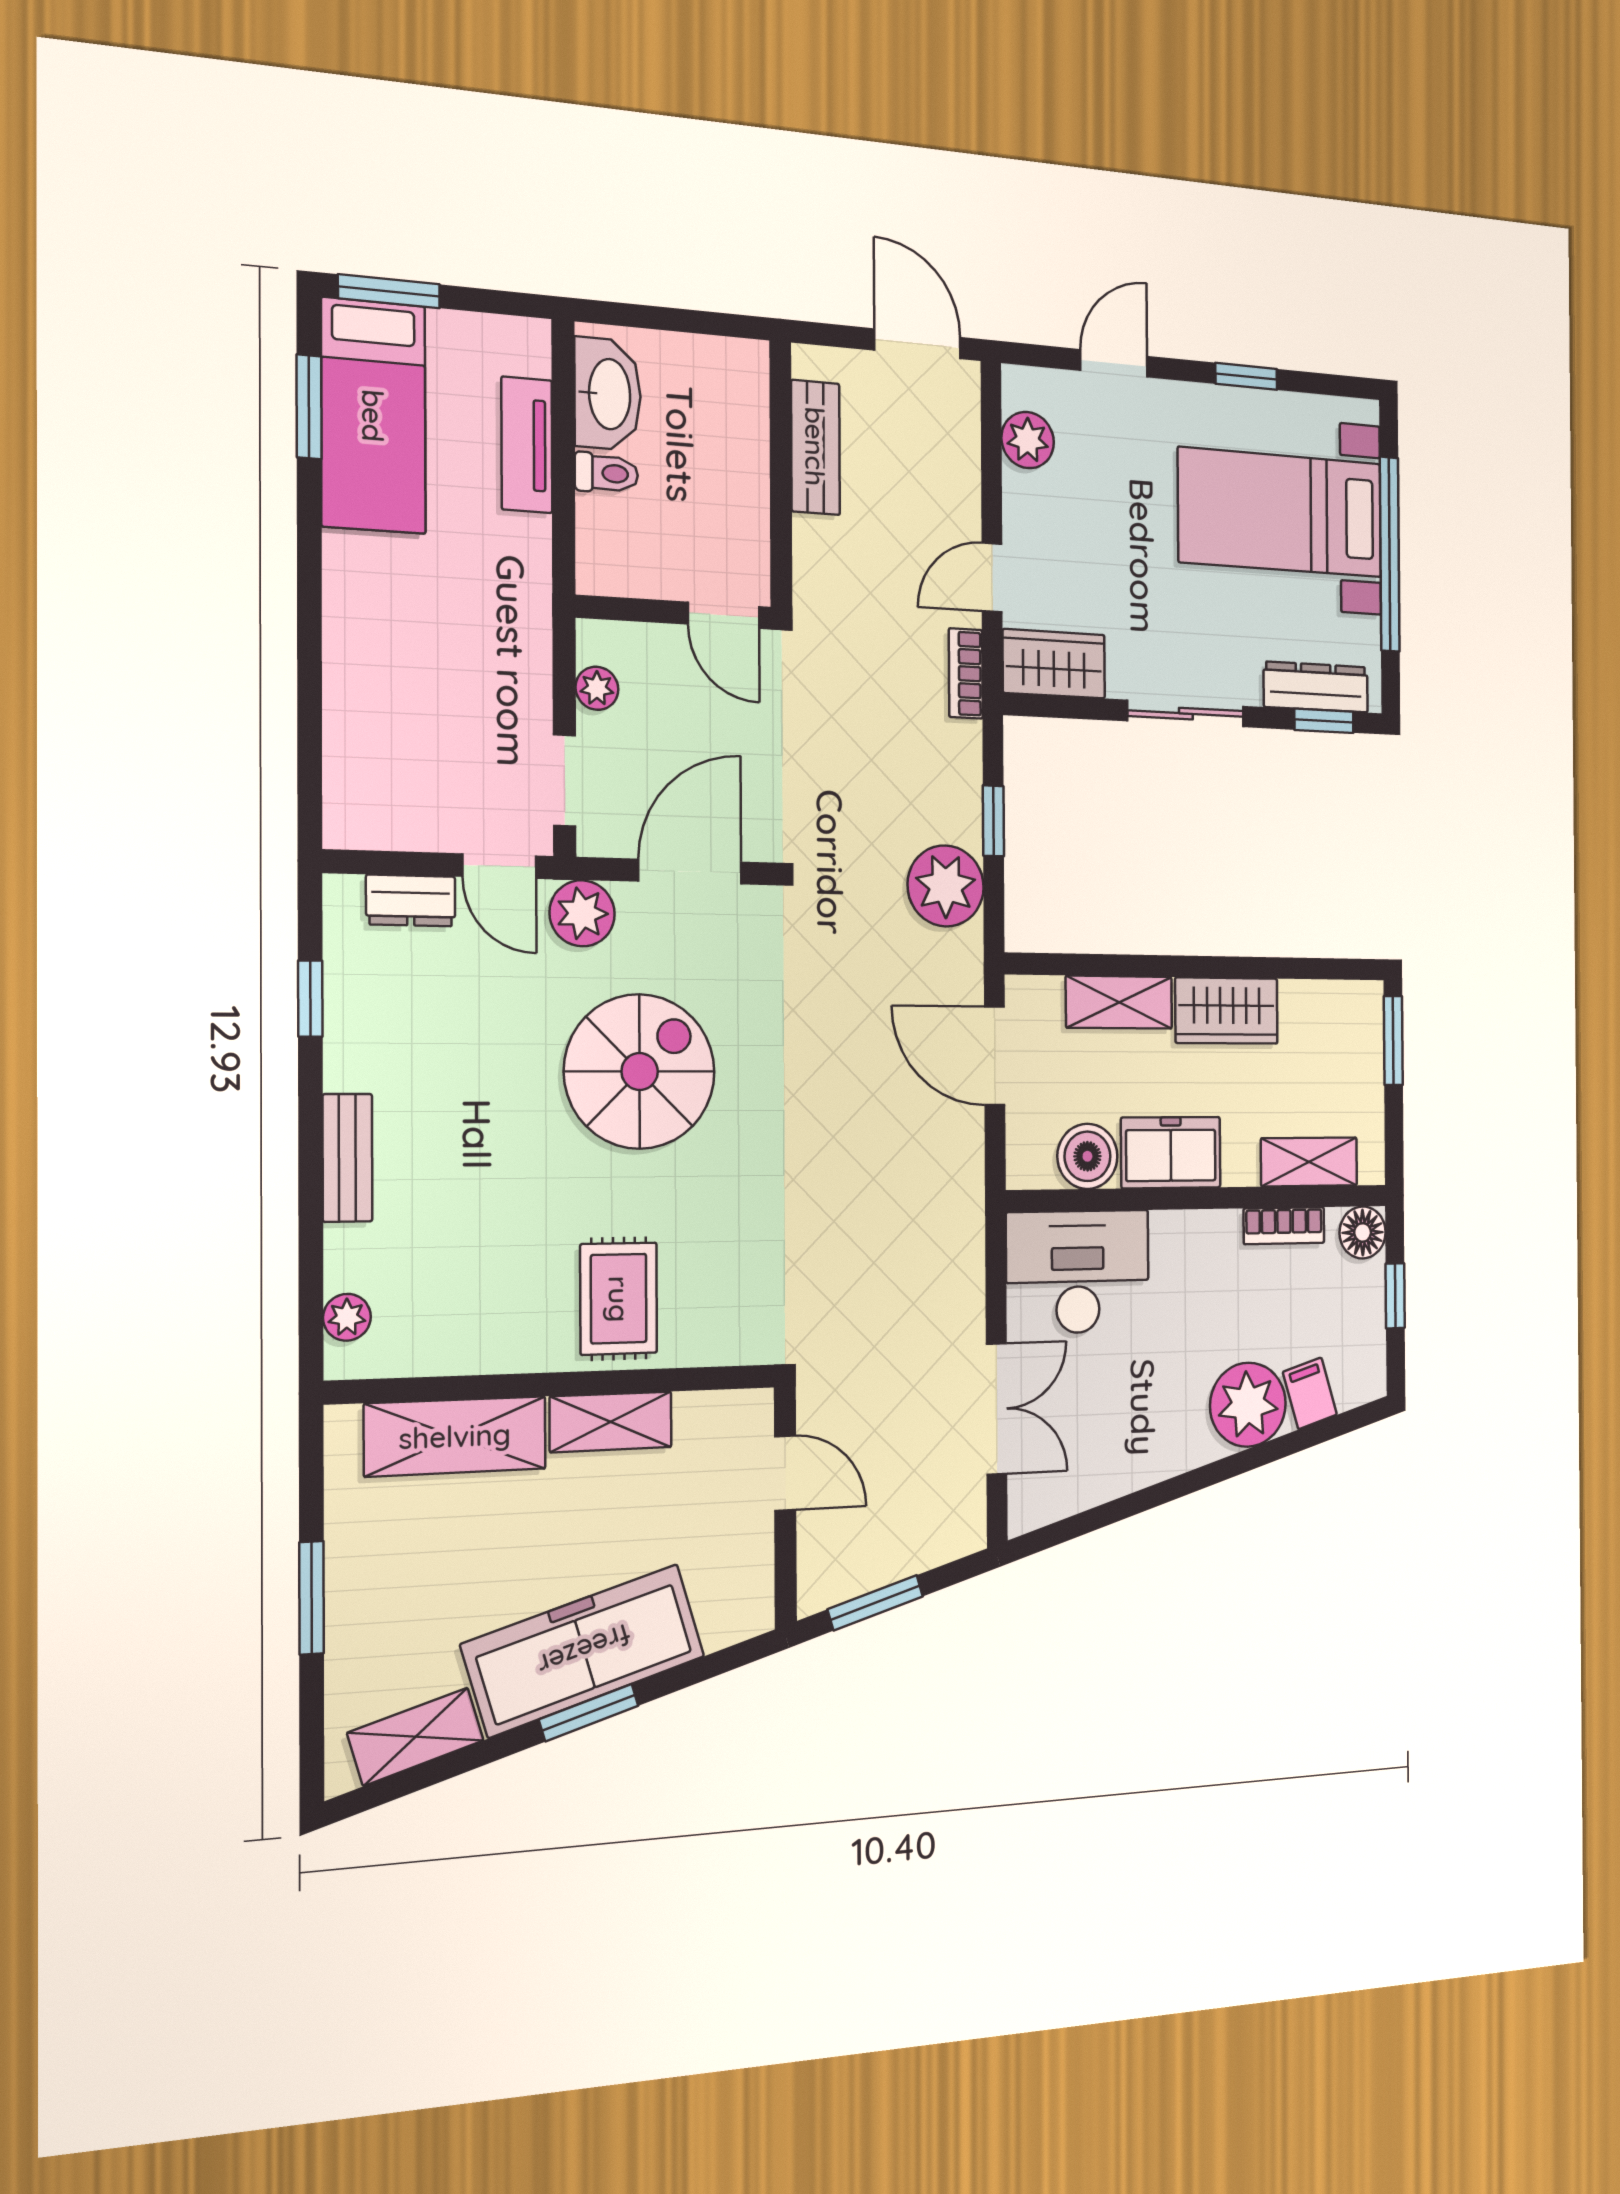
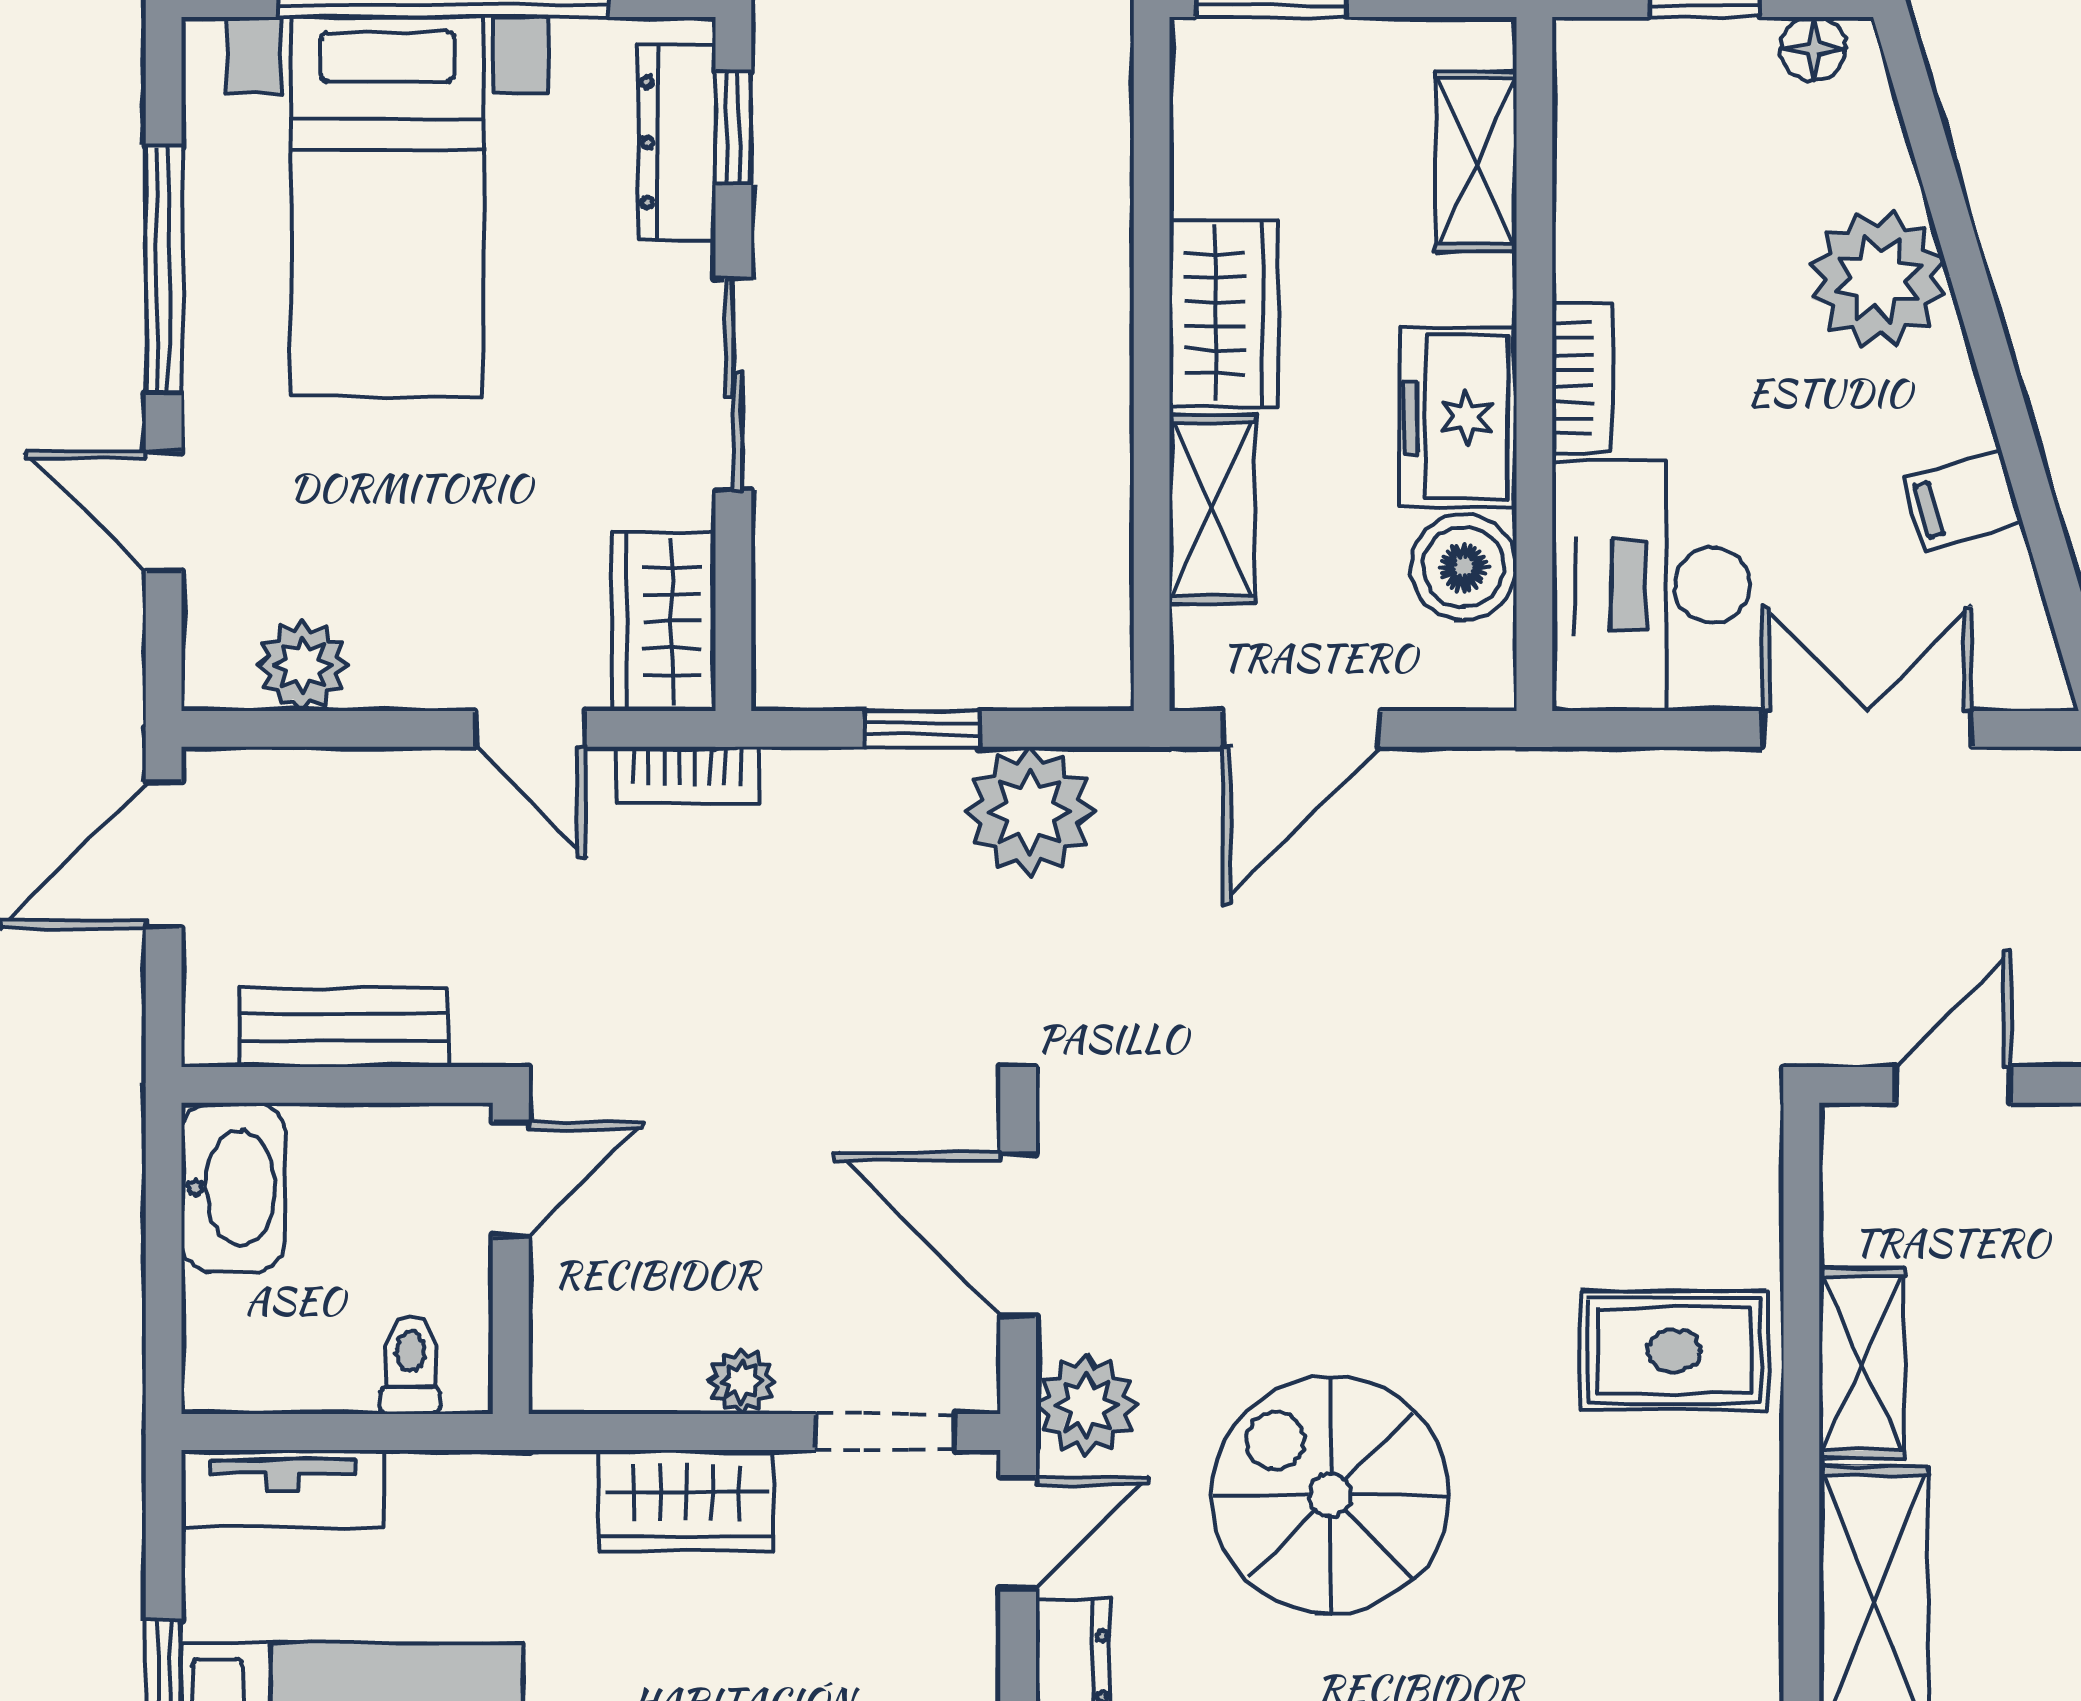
window: (1246, 376) -> (164, 269), width x2.17
washbasin: (608, 394) -> (233, 1187), moved, turned 90
tv unit: (527, 445) -> (283, 1488), moved
wall: (674, 612) -> (511, 1258), moved
door: (724, 615) -> (511, 1179), moved
wardrobe: (520, 648) -> (686, 1500), added
spiral stairs: (640, 1072) -> (1330, 1495), moved
bookcase: (1284, 1226) -> (1582, 378), moved
floor lamp: (1363, 1232) -> (1813, 49), moved, width x0.73, depth x0.73
filing cabinet: (1310, 1393) -> (1963, 500), moved

